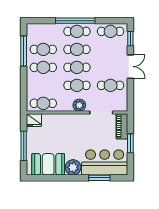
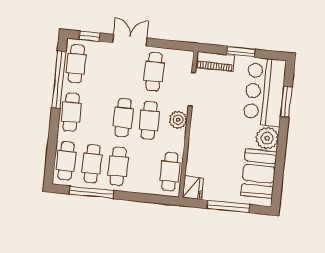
window: (75, 21) -> (59, 80), moved
cafe table: (77, 49) -> (66, 161), moved

